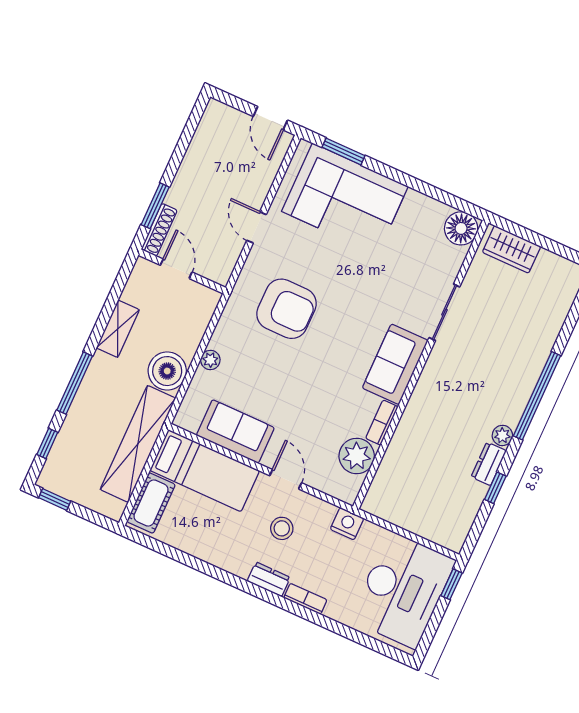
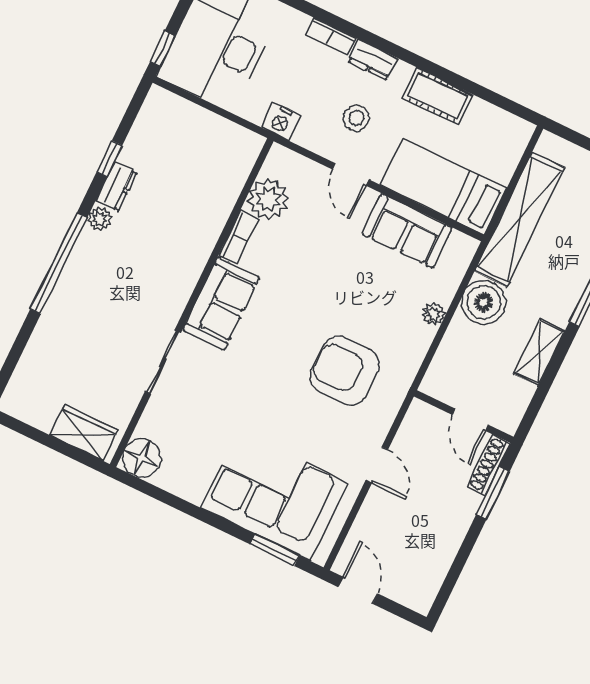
cot: (151, 503) -> (438, 96), moved, turned 90

